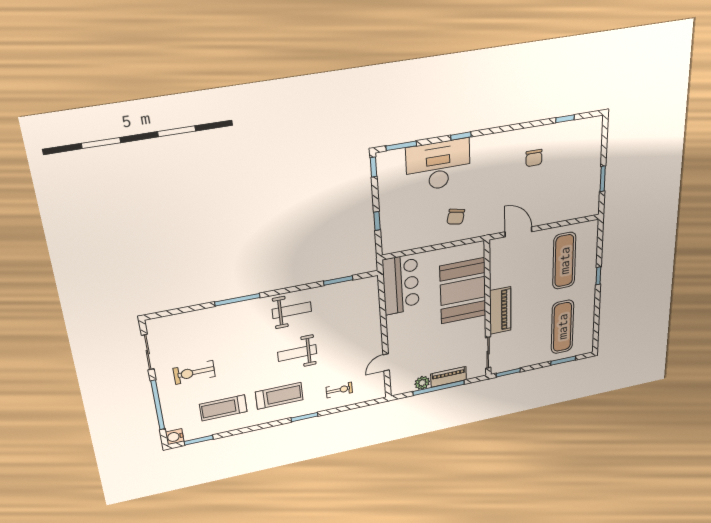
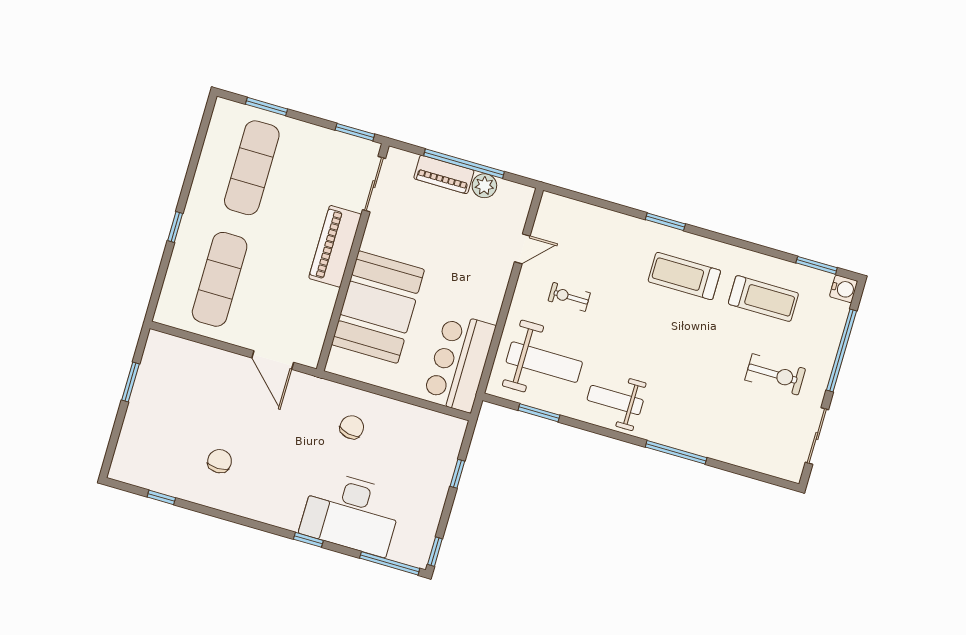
window: (401, 146) -> (390, 563), width x1.44
weight bench: (297, 353) -> (544, 362), moved, width x1.36, depth x1.33
exercise bike: (339, 390) -> (569, 297), moved

